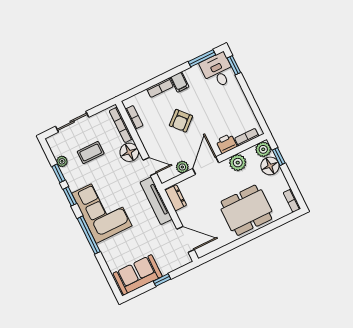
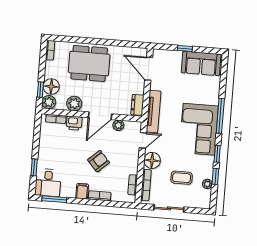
window: (234, 65) -> (34, 167), moved
sliding door: (72, 122) -> (169, 208), moved
door: (150, 166) -> (143, 140), swing flipped

